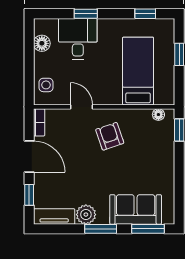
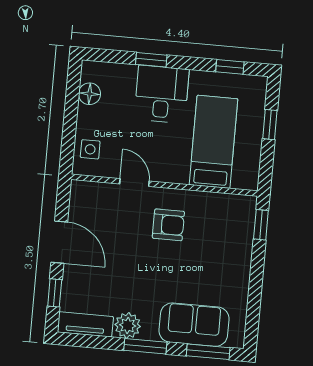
desk: (78, 39) -> (162, 94), moved
floor lamp: (158, 115) -> (235, 202), removed
bookcase: (39, 122) -> (77, 198), removed
armchair: (110, 136) -> (168, 225), turned 109

